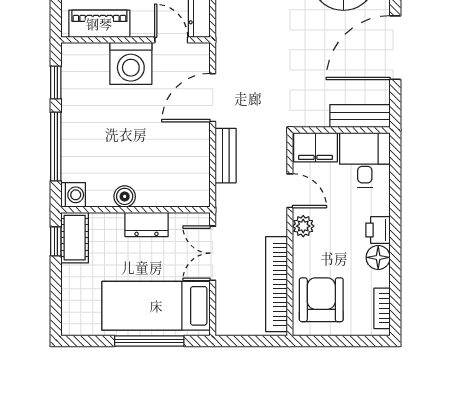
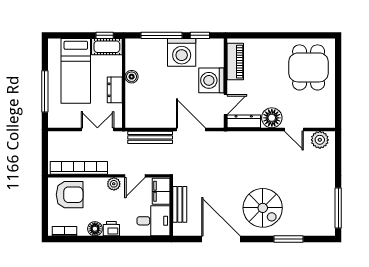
bench: (360, 116) -> (180, 204), moved
bench: (226, 156) -> (150, 137), width x1.36
washing machine: (73, 195) -> (182, 52), moved, width x1.89, depth x1.89
bed: (156, 306) -> (76, 71), moved, turned 180

